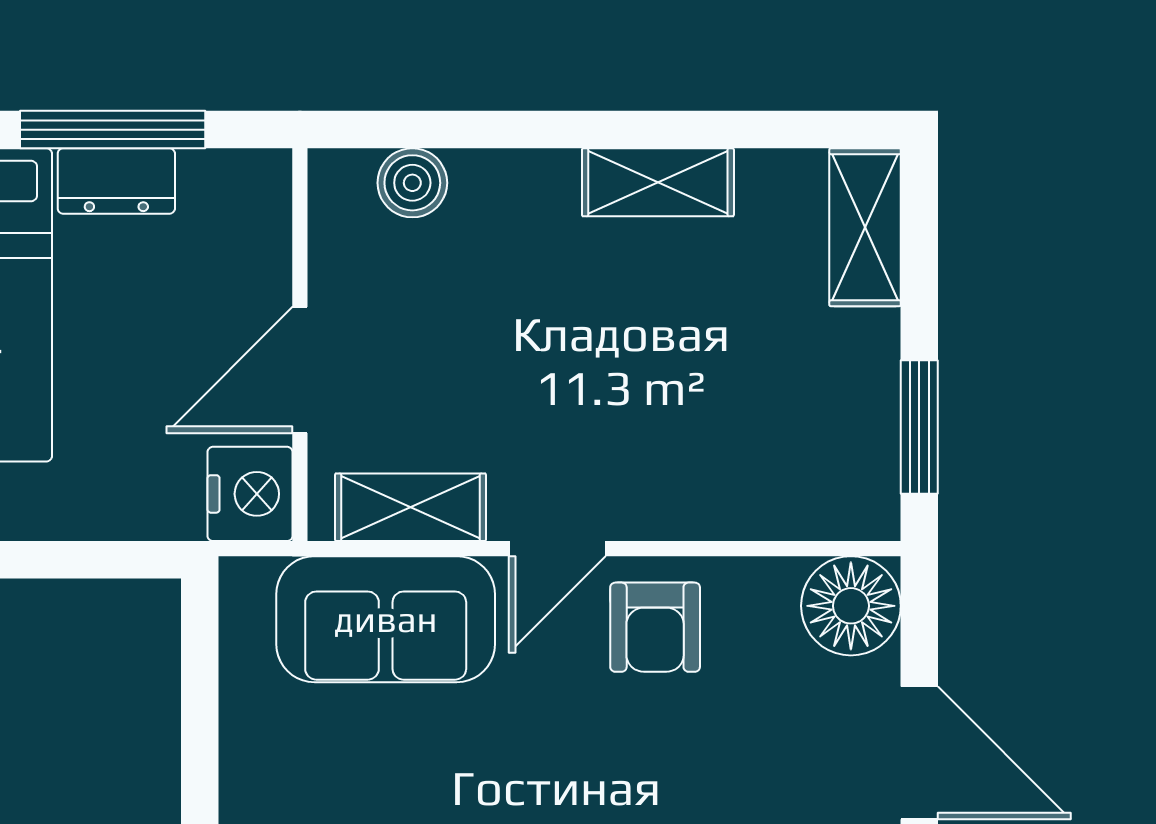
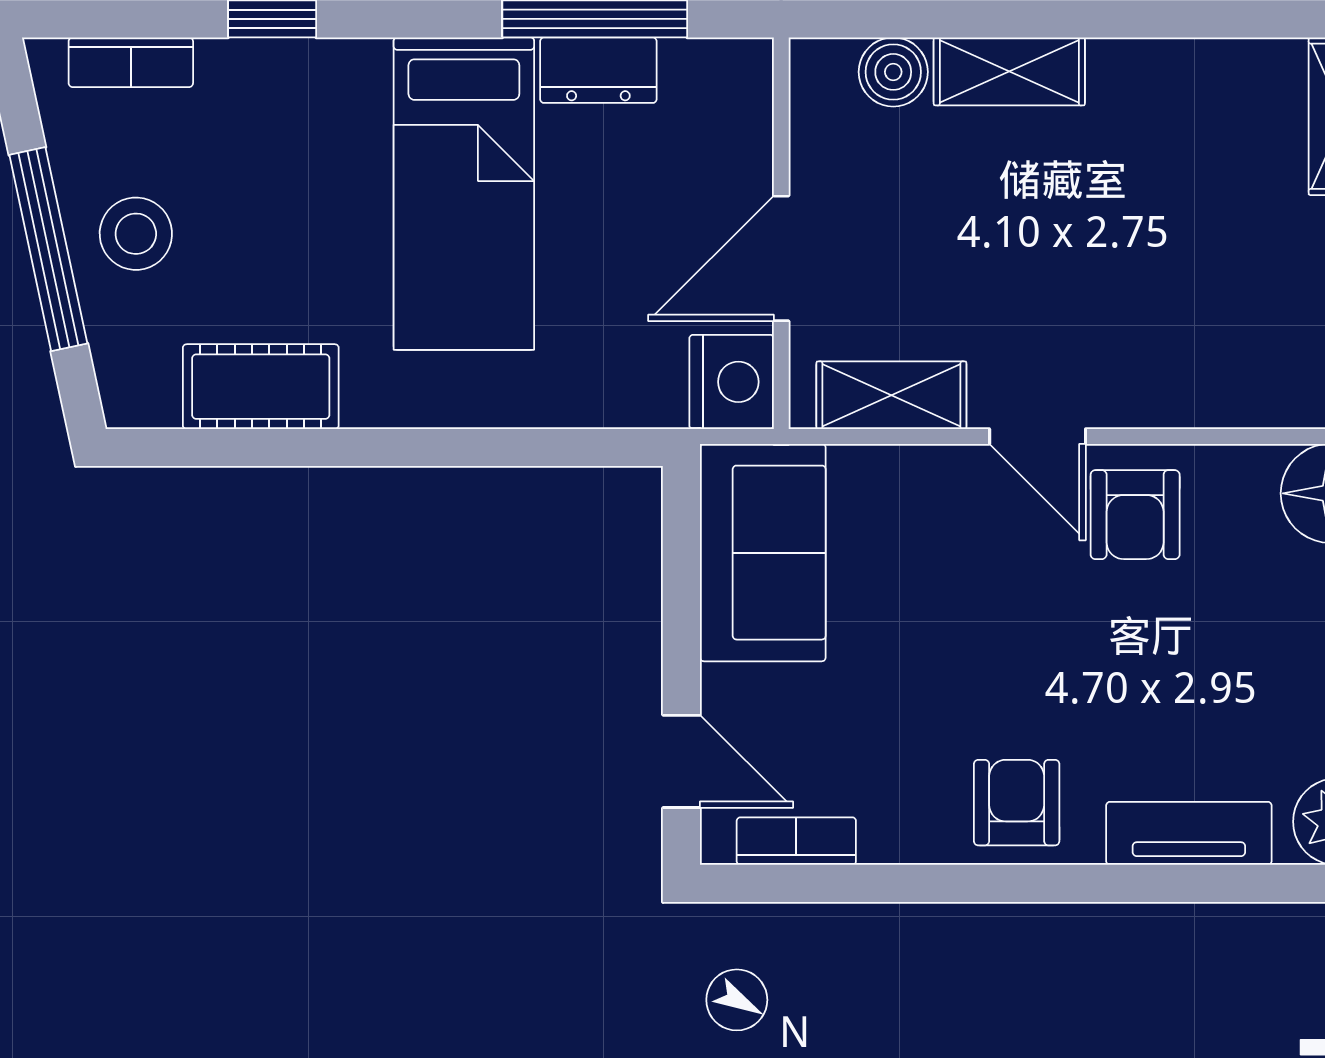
shelving: (658, 182) -> (1009, 71), moved
door: (557, 549) -> (1038, 436), hinge flipped
sofa: (386, 619) -> (763, 553), moved, turned -90

